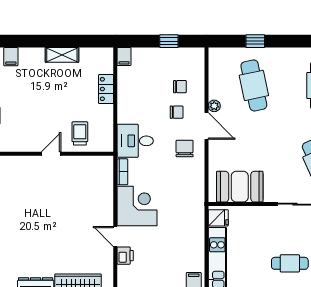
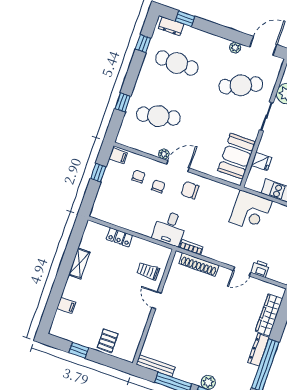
filing cabinet: (124, 57) -> (118, 156), moved
shoe rack: (107, 187) -> (199, 264), added
corner desk: (137, 206) -> (251, 211), moved, turned 180
fridge: (218, 218) -> (261, 161), moved, turned 90

